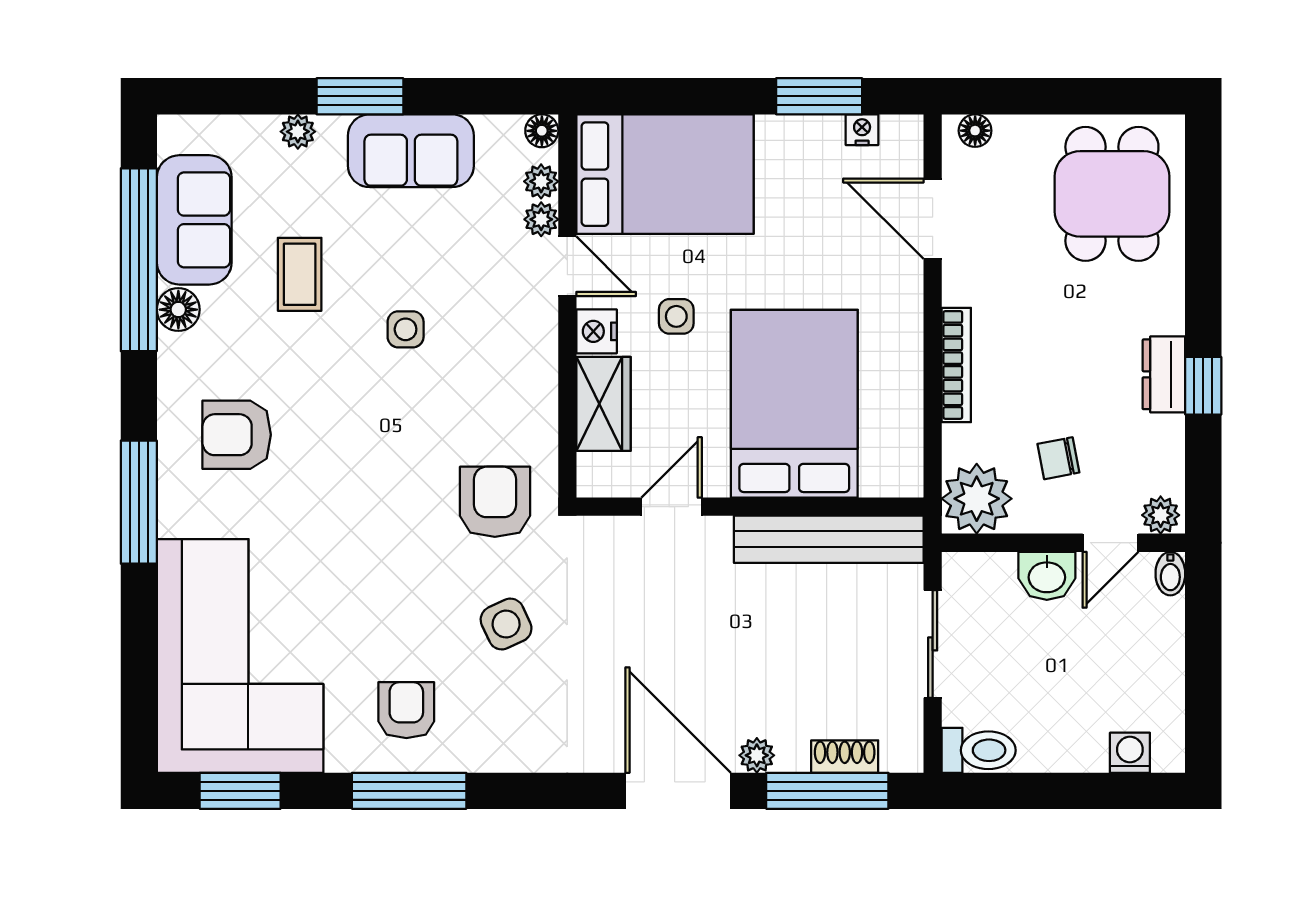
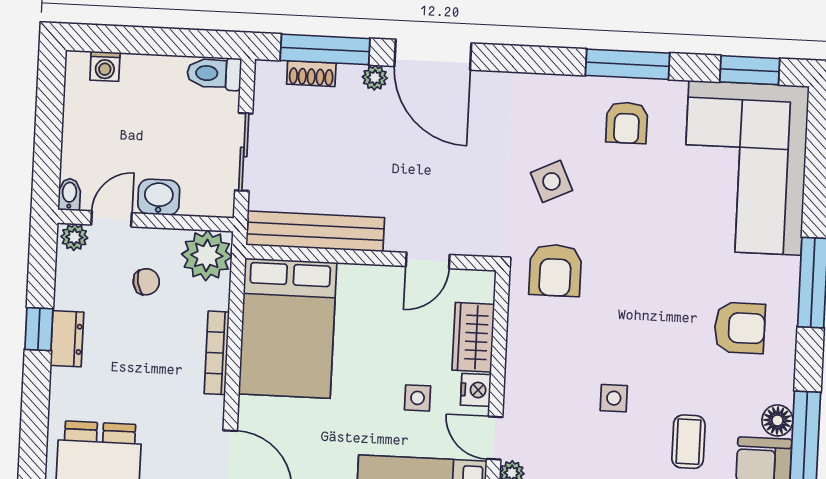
bed: (794, 404) -> (288, 328), moved

